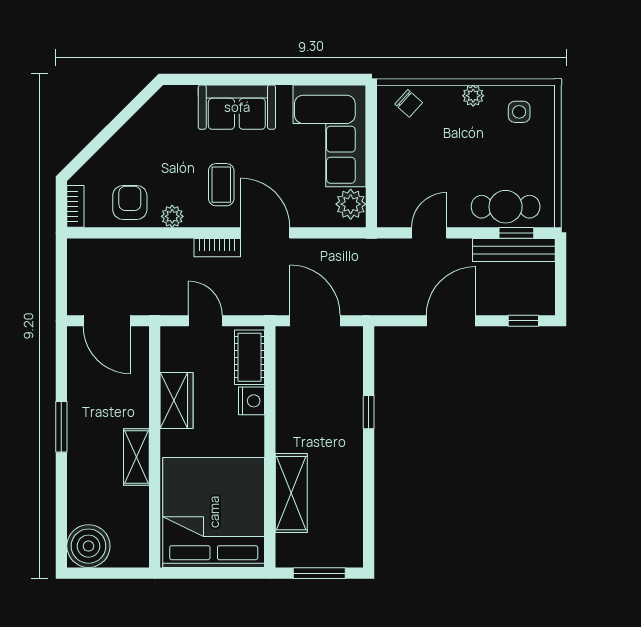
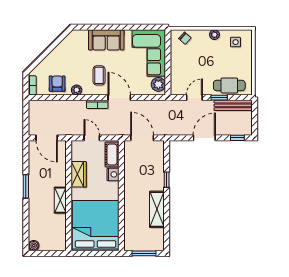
window: (516, 233) -> (219, 98), moved
shelving: (291, 493) -> (157, 209), moved
boiler: (88, 546) -> (34, 246), width x0.54, depth x0.54

